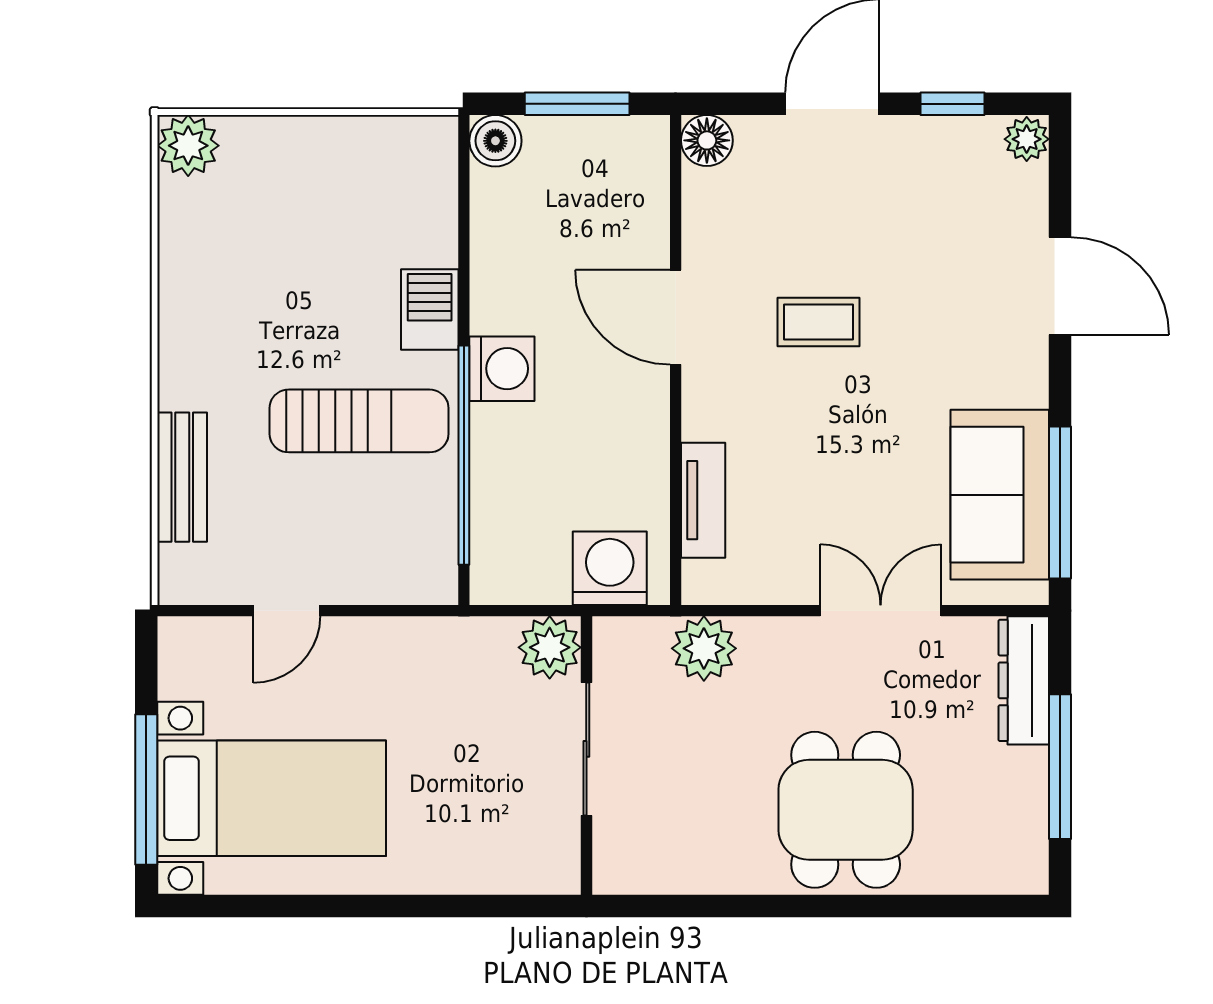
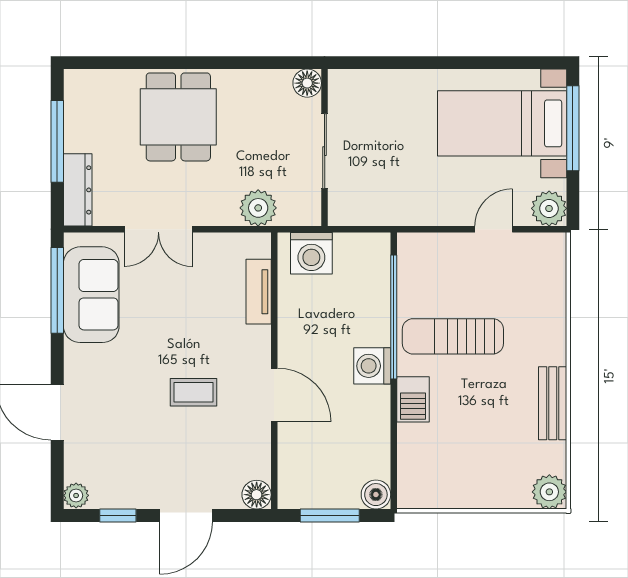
bench: (182, 477) -> (553, 403), moved
plant: (550, 647) -> (549, 208), moved
floor lamp: (617, 870) -> (307, 83), added

